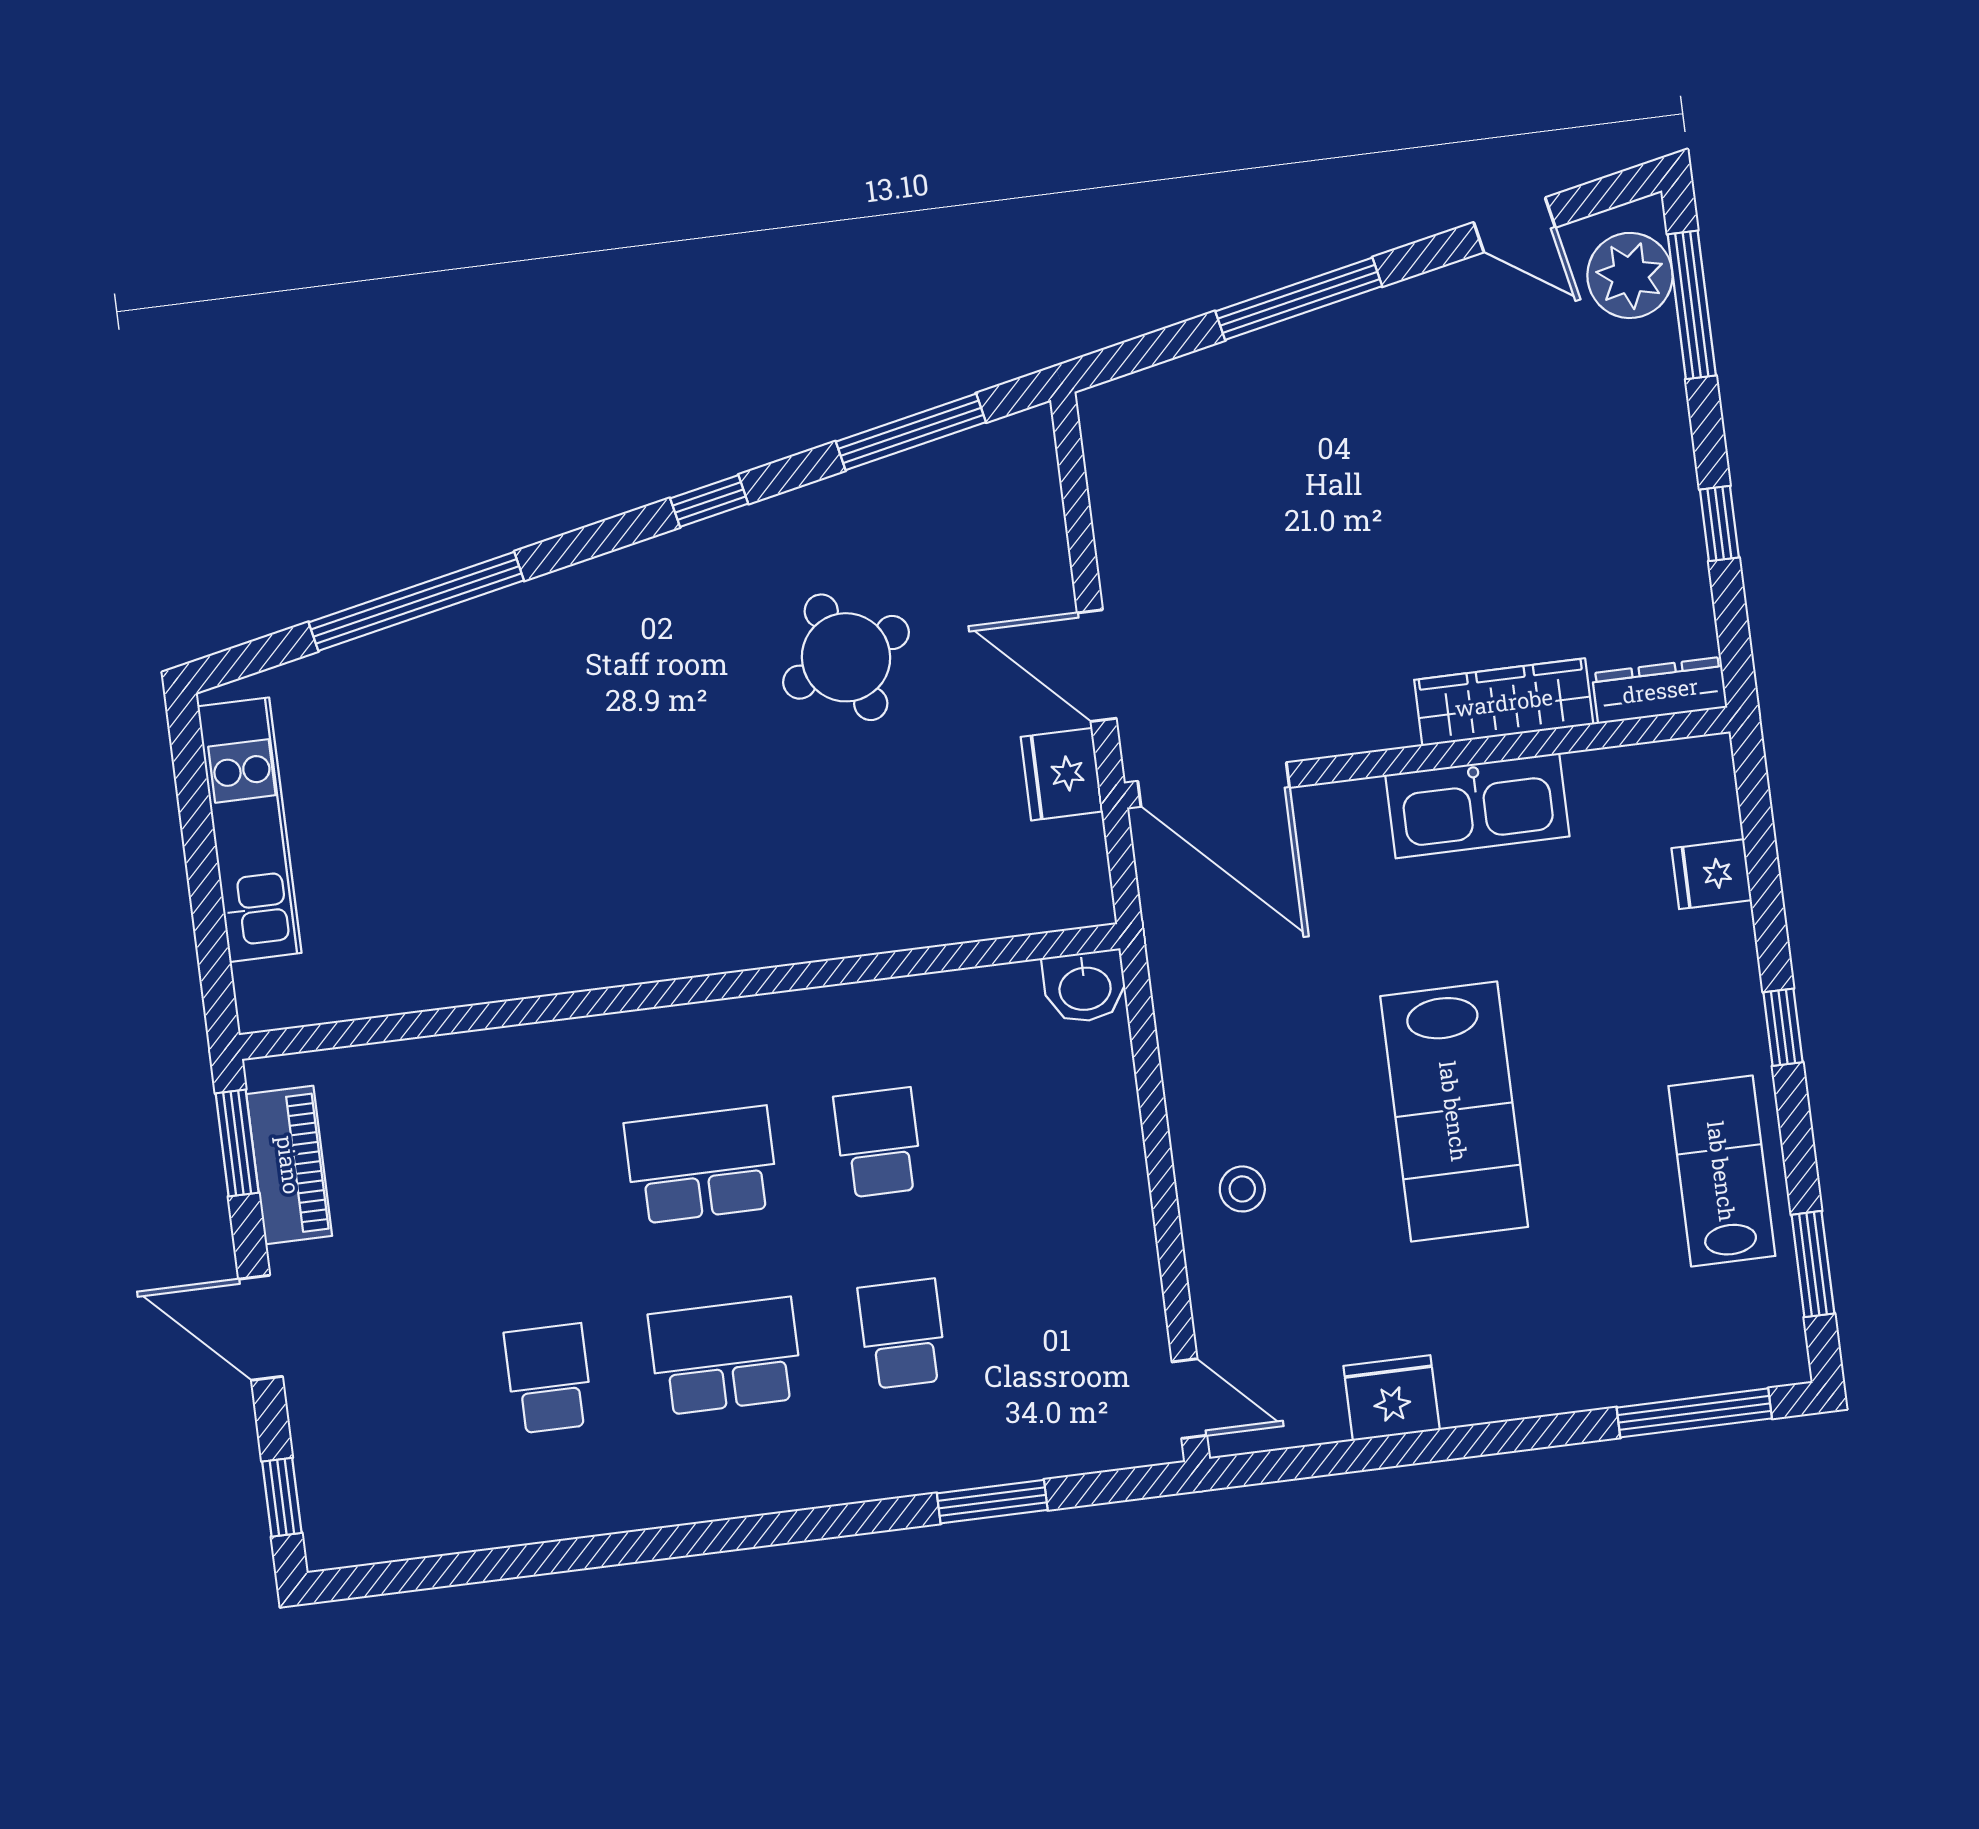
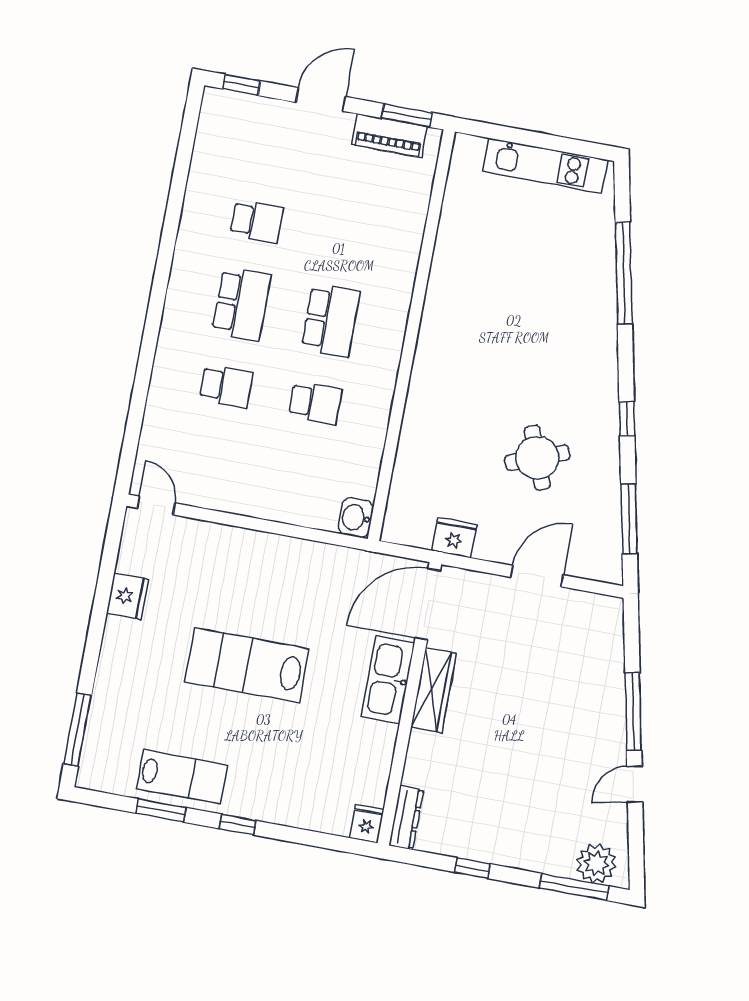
door: (1514, 225) -> (635, 784), moved
door: (1097, 666) -> (537, 576), moved
wardrobe: (1504, 702) -> (434, 690), moved
kitchen sink: (1477, 806) -> (388, 680), moved
fridge: (1712, 874) -> (367, 824), moved
stool: (1242, 1189) -> (242, 559), removed
window: (1813, 1264) -> (161, 810), moved
door: (1189, 1399) -> (156, 506), swing flipped
window: (992, 1502) -> (138, 402), removed

